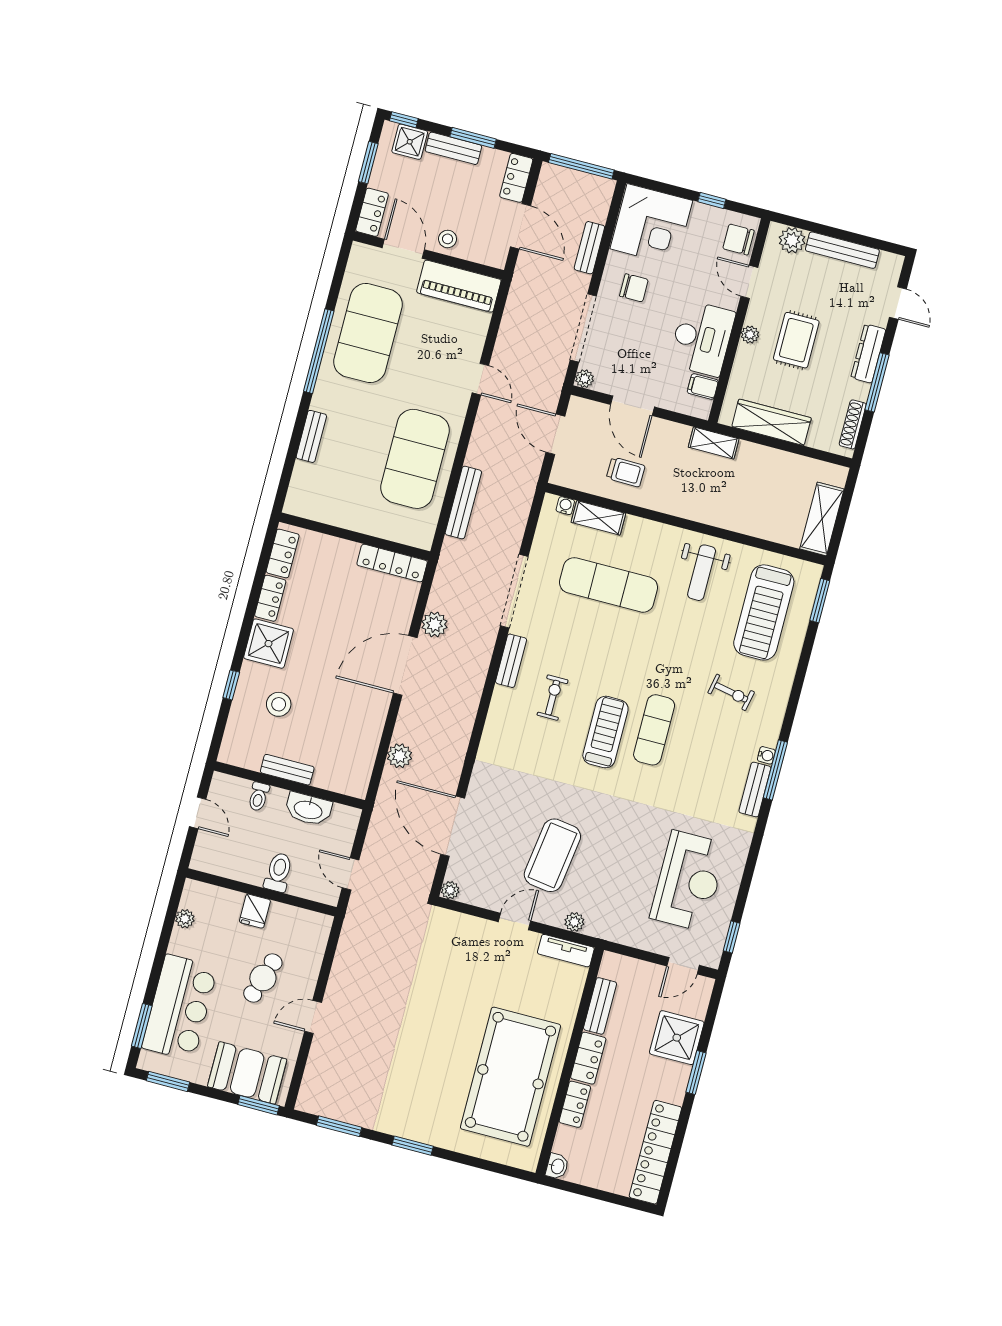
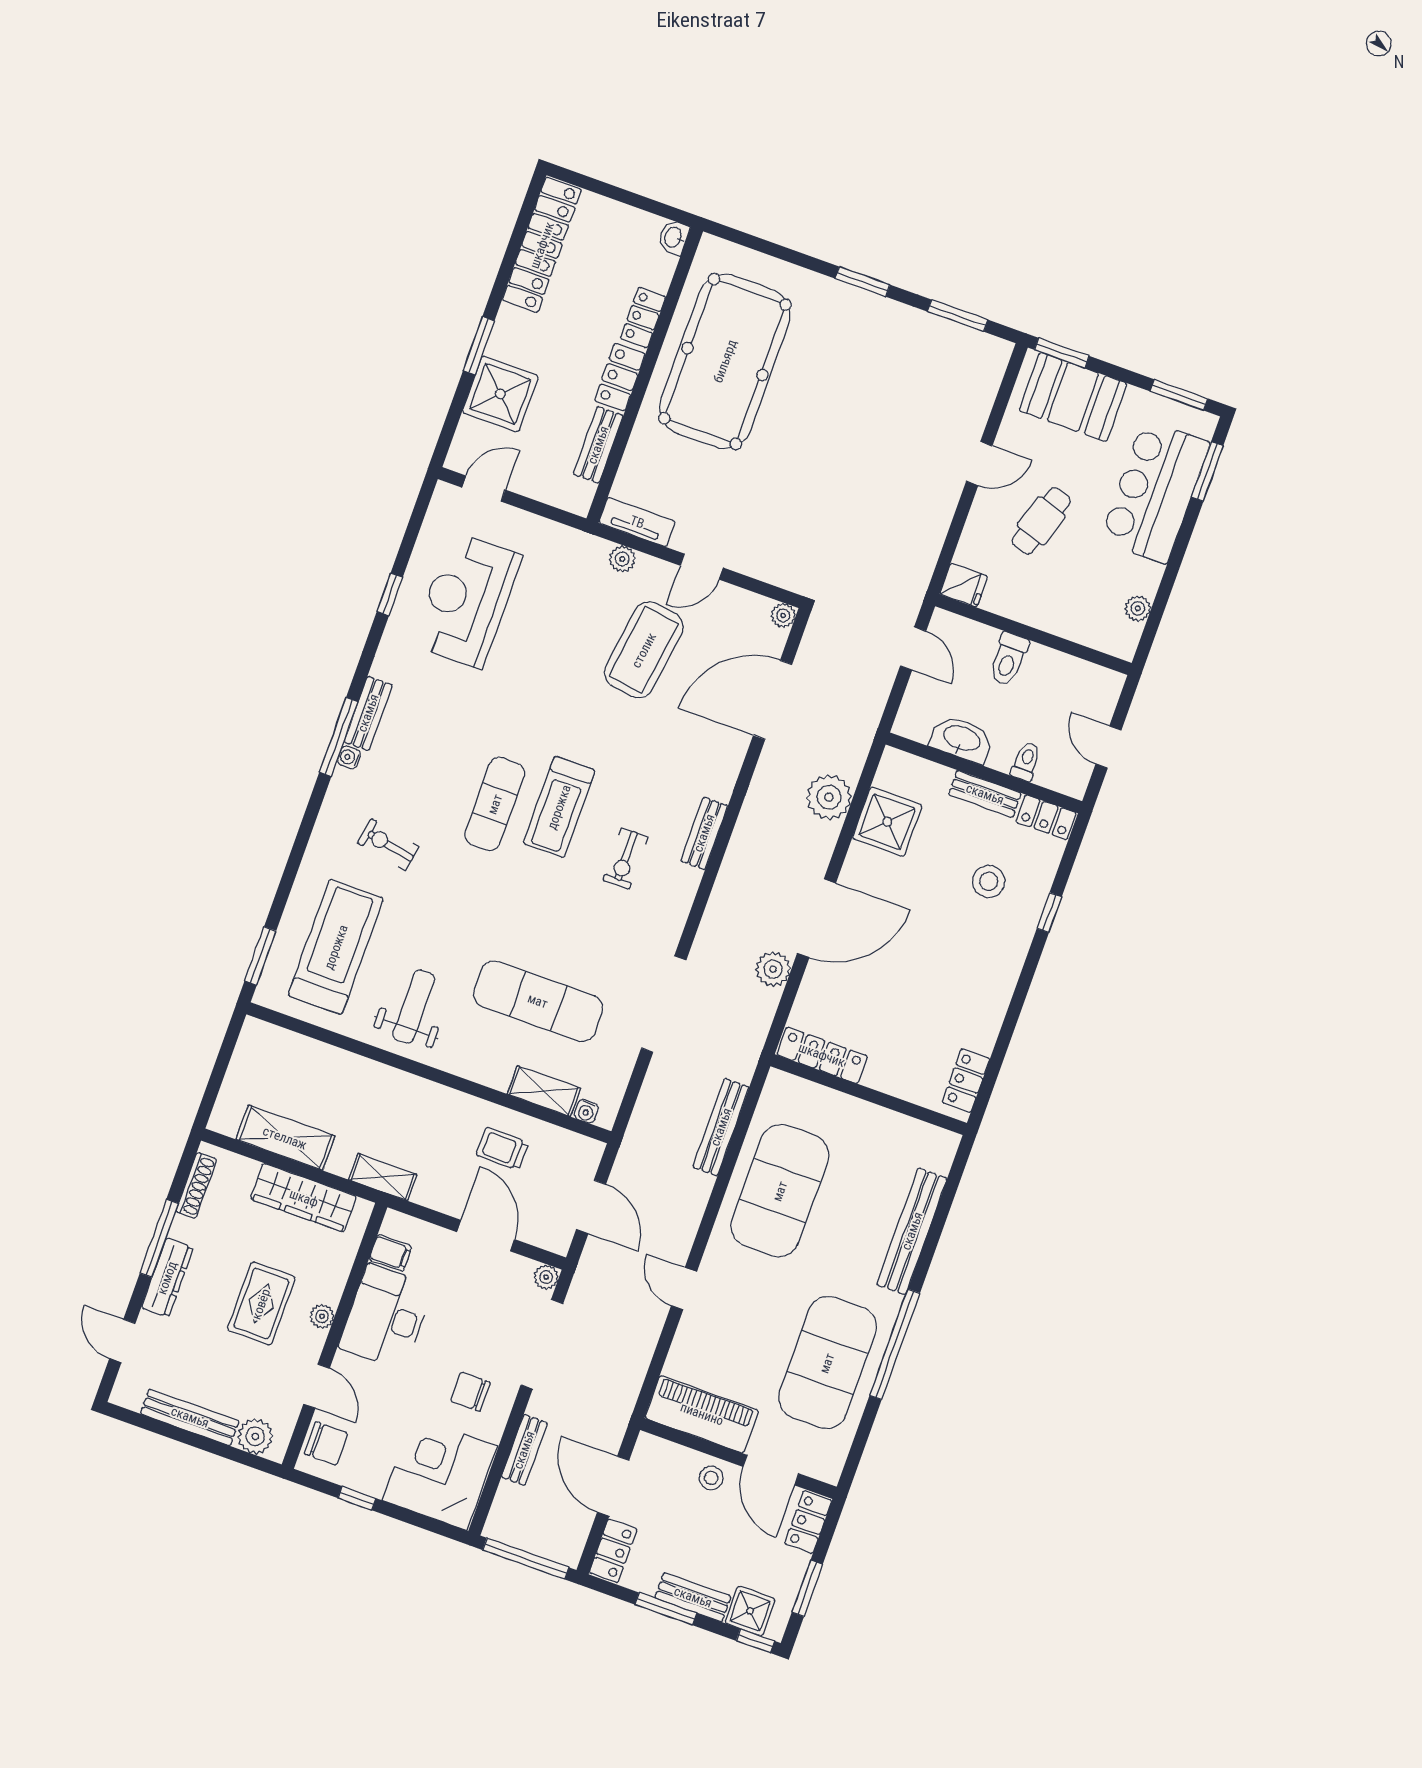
bench: (311, 436) -> (912, 1231), width x1.86, depth x1.21
shelving: (822, 519) -> (285, 1138), moved, turned 90
locker: (270, 598) -> (1046, 817), moved, turned -90
shower: (269, 644) -> (887, 822), moved
bench: (511, 661) -> (704, 833), moved
plant: (400, 756) -> (829, 797), width x1.36, depth x1.36
door: (453, 826) -> (773, 700), swing flipped
fridge: (255, 911) -> (964, 585), moved, turned 90
window: (732, 937) -> (390, 594), moved

